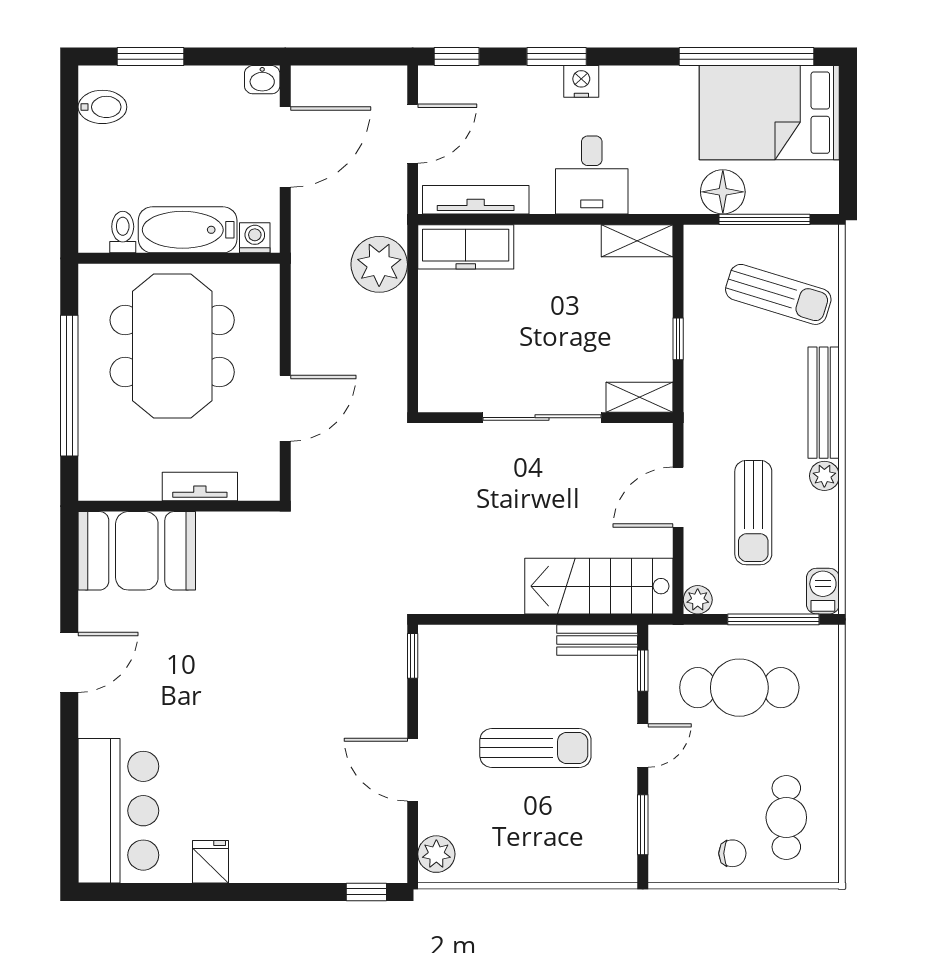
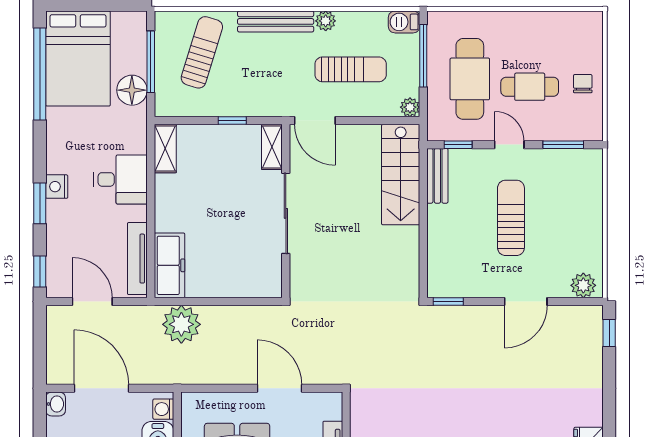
door: (678, 497) -> (315, 121), moved
cafe table: (786, 817) -> (530, 87), moved

